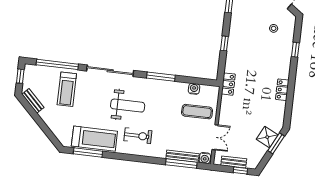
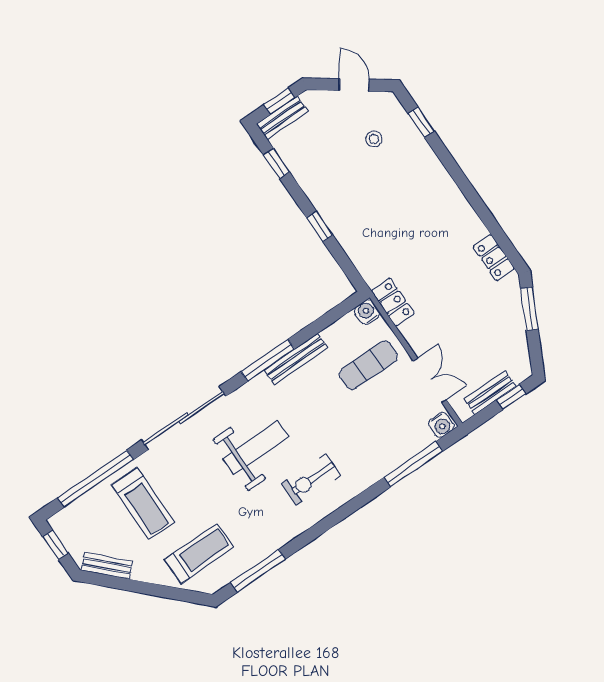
window: (295, 50) -> (421, 122), moved
locker: (228, 84) -> (393, 302), moved
water cooler: (194, 89) -> (367, 312), moved
locker: (282, 90) -> (494, 258), moved
exercise bike: (138, 136) -> (311, 480), turned 180
shower: (267, 137) -> (508, 311), removed
treadmill: (94, 139) -> (199, 553), moved, width x0.73, depth x0.73
bench: (182, 156) -> (296, 359), moved

